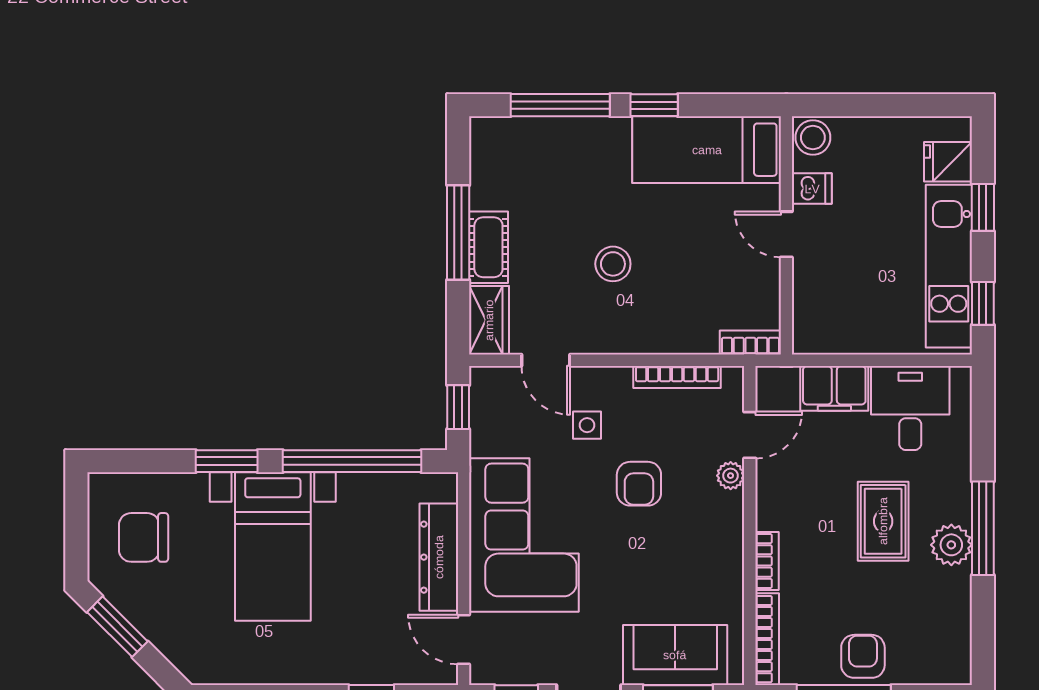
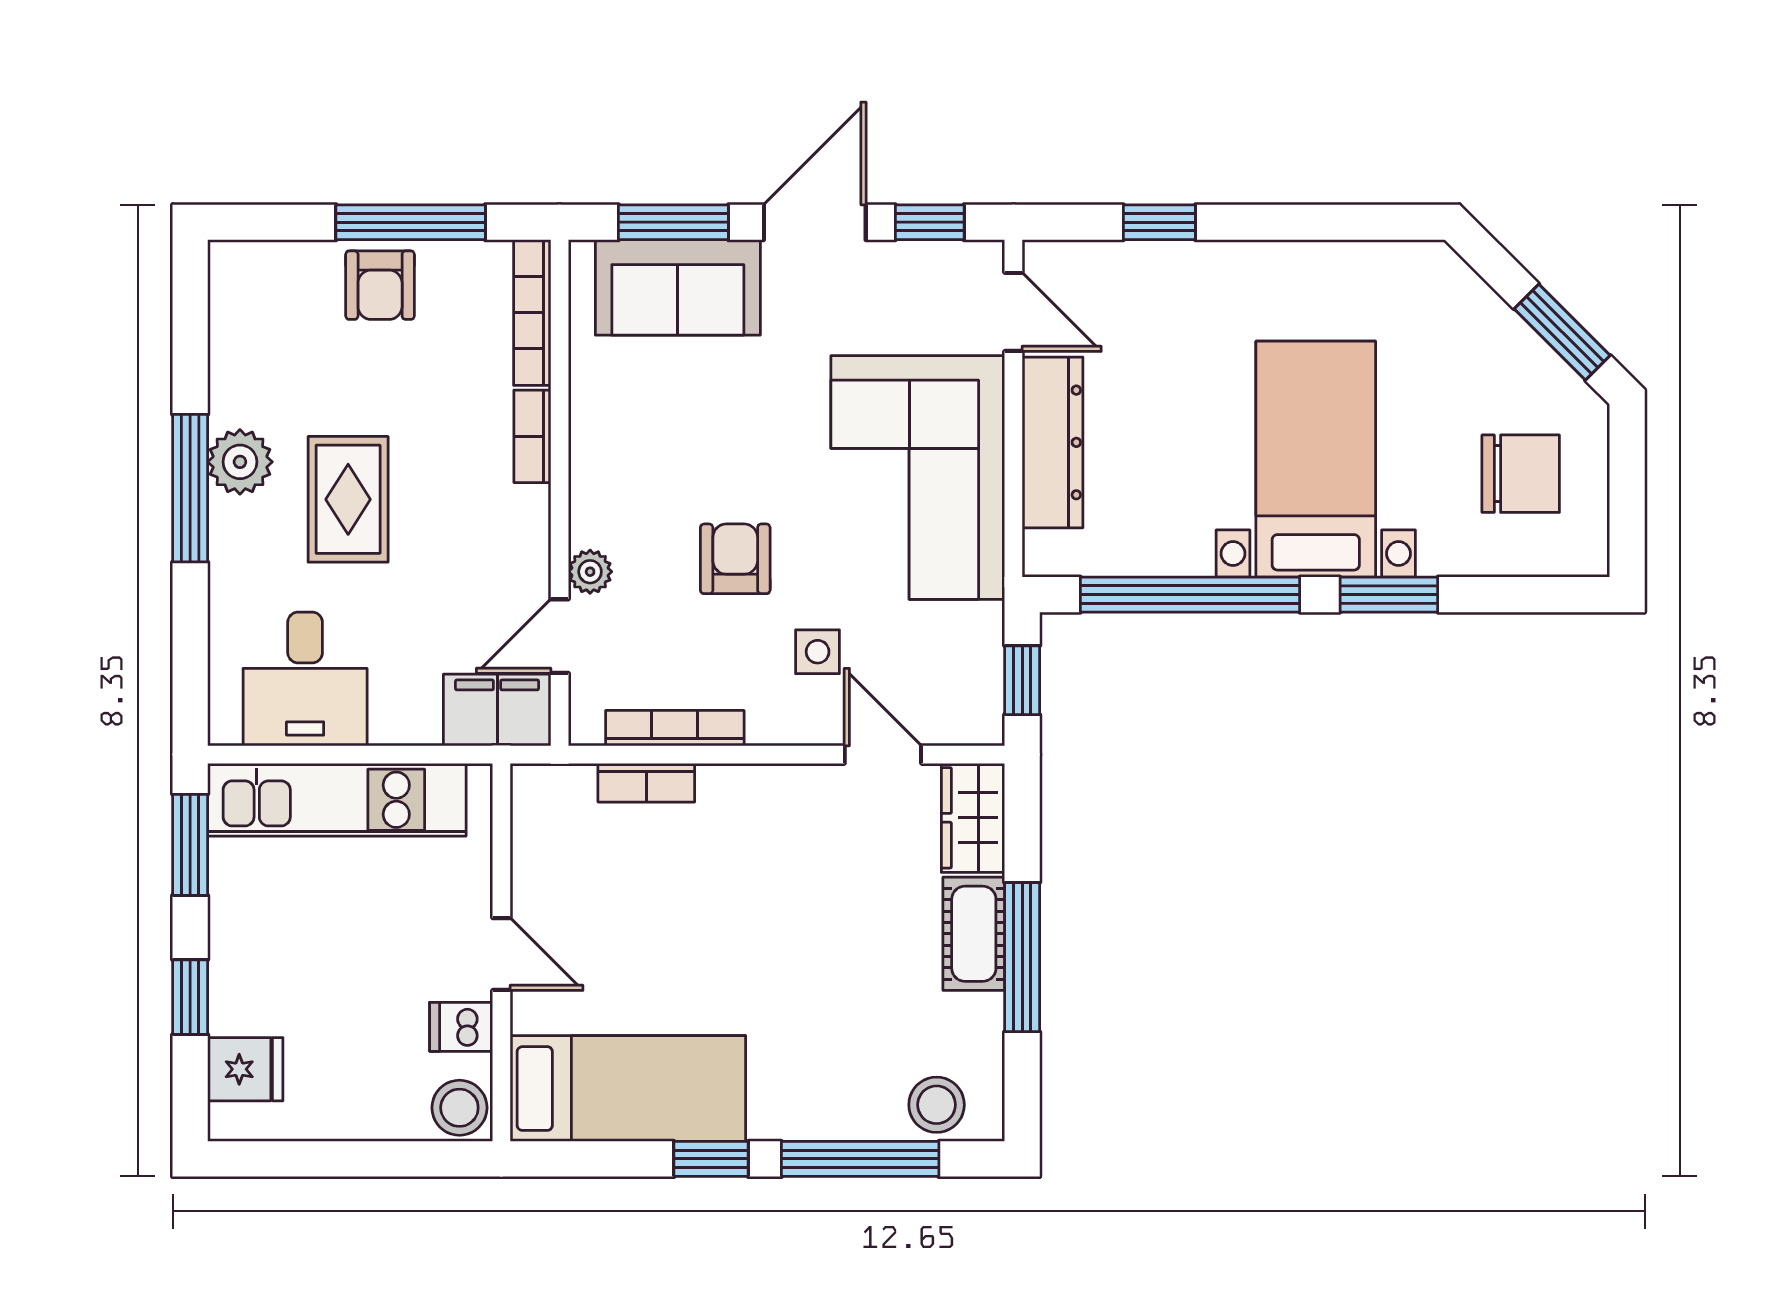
stool: (613, 264) -> (937, 1105), moved
kitchen unit: (949, 266) -> (337, 800), moved, turned 90
window: (983, 303) -> (190, 845), width x1.50
bookcase: (750, 343) -> (646, 783), moved
filing cabinet: (834, 388) -> (497, 710), moved

